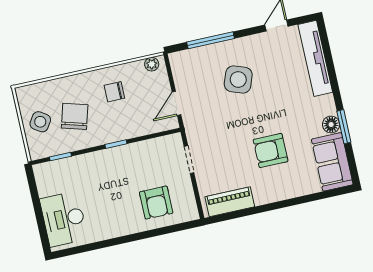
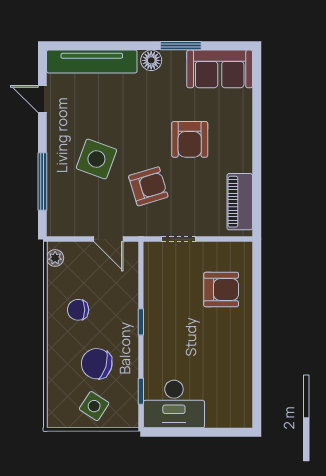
chair: (114, 92) -> (78, 310), turned 90
floor lamp: (331, 125) -> (151, 60), moved
armchair: (226, 126) -> (148, 186), added
desk: (64, 219) -> (174, 404), moved

